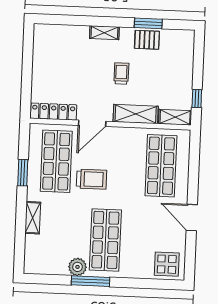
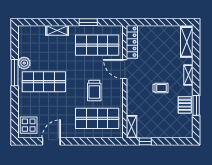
shelving: (136, 114) -> (187, 42), moved
trolley: (92, 179) -> (94, 91), moved
door: (192, 218) -> (51, 141), moved

